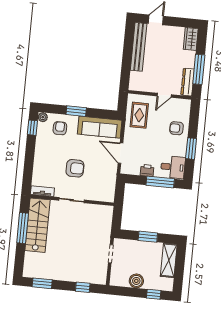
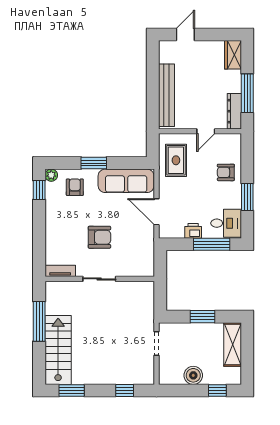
bench: (139, 47) -> (167, 95), moved
stairs: (37, 225) -> (58, 350), moved

